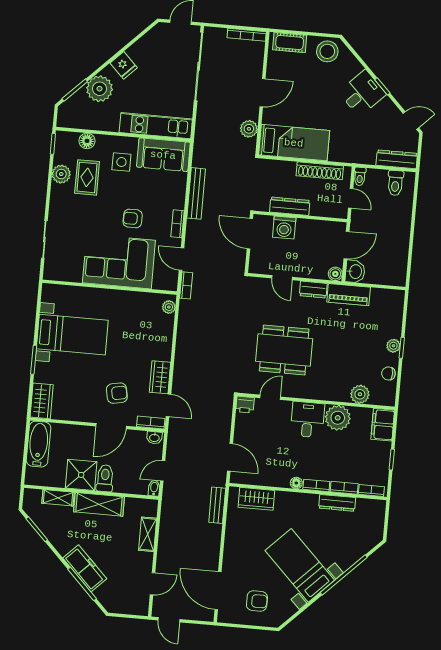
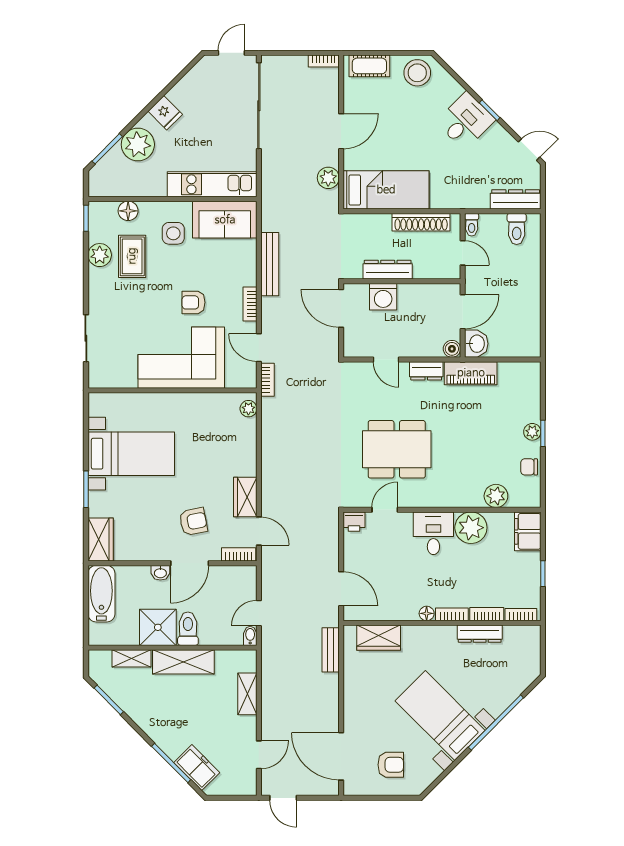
bookcase: (247, 35) -> (324, 61), width x0.64
washbasin: (154, 438) -> (160, 573), moved
freezer: (85, 568) -> (197, 768), moved, width x0.71

